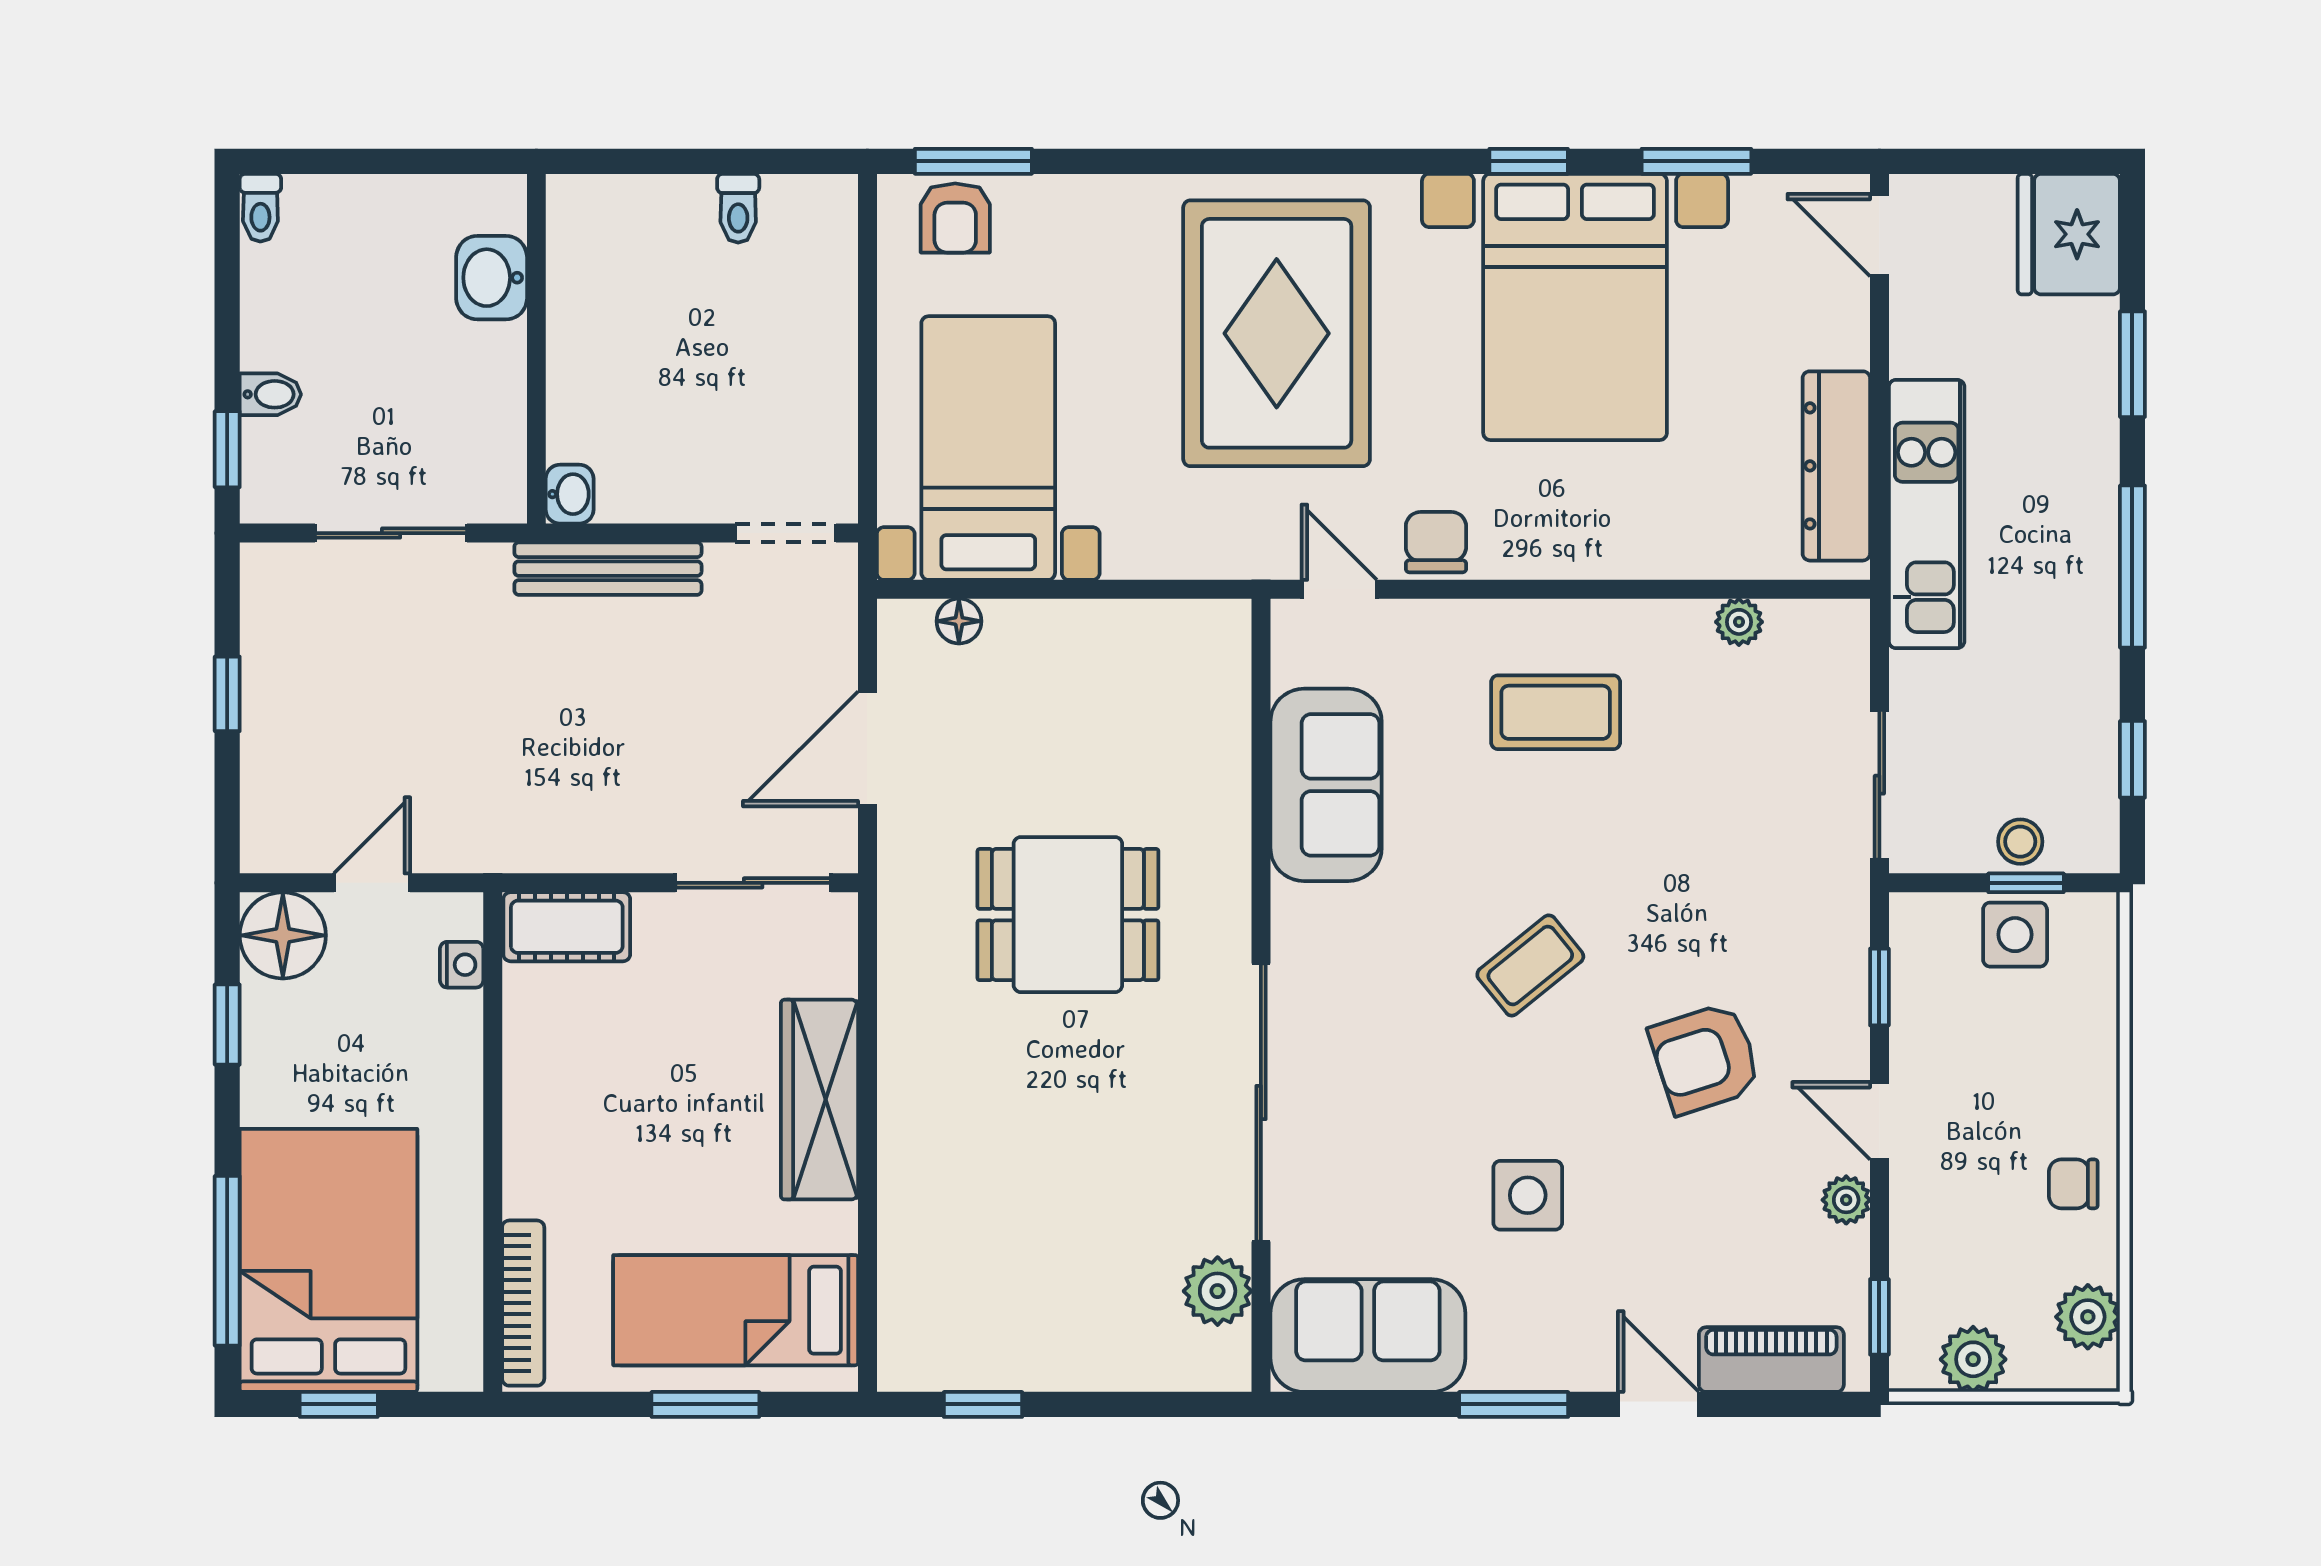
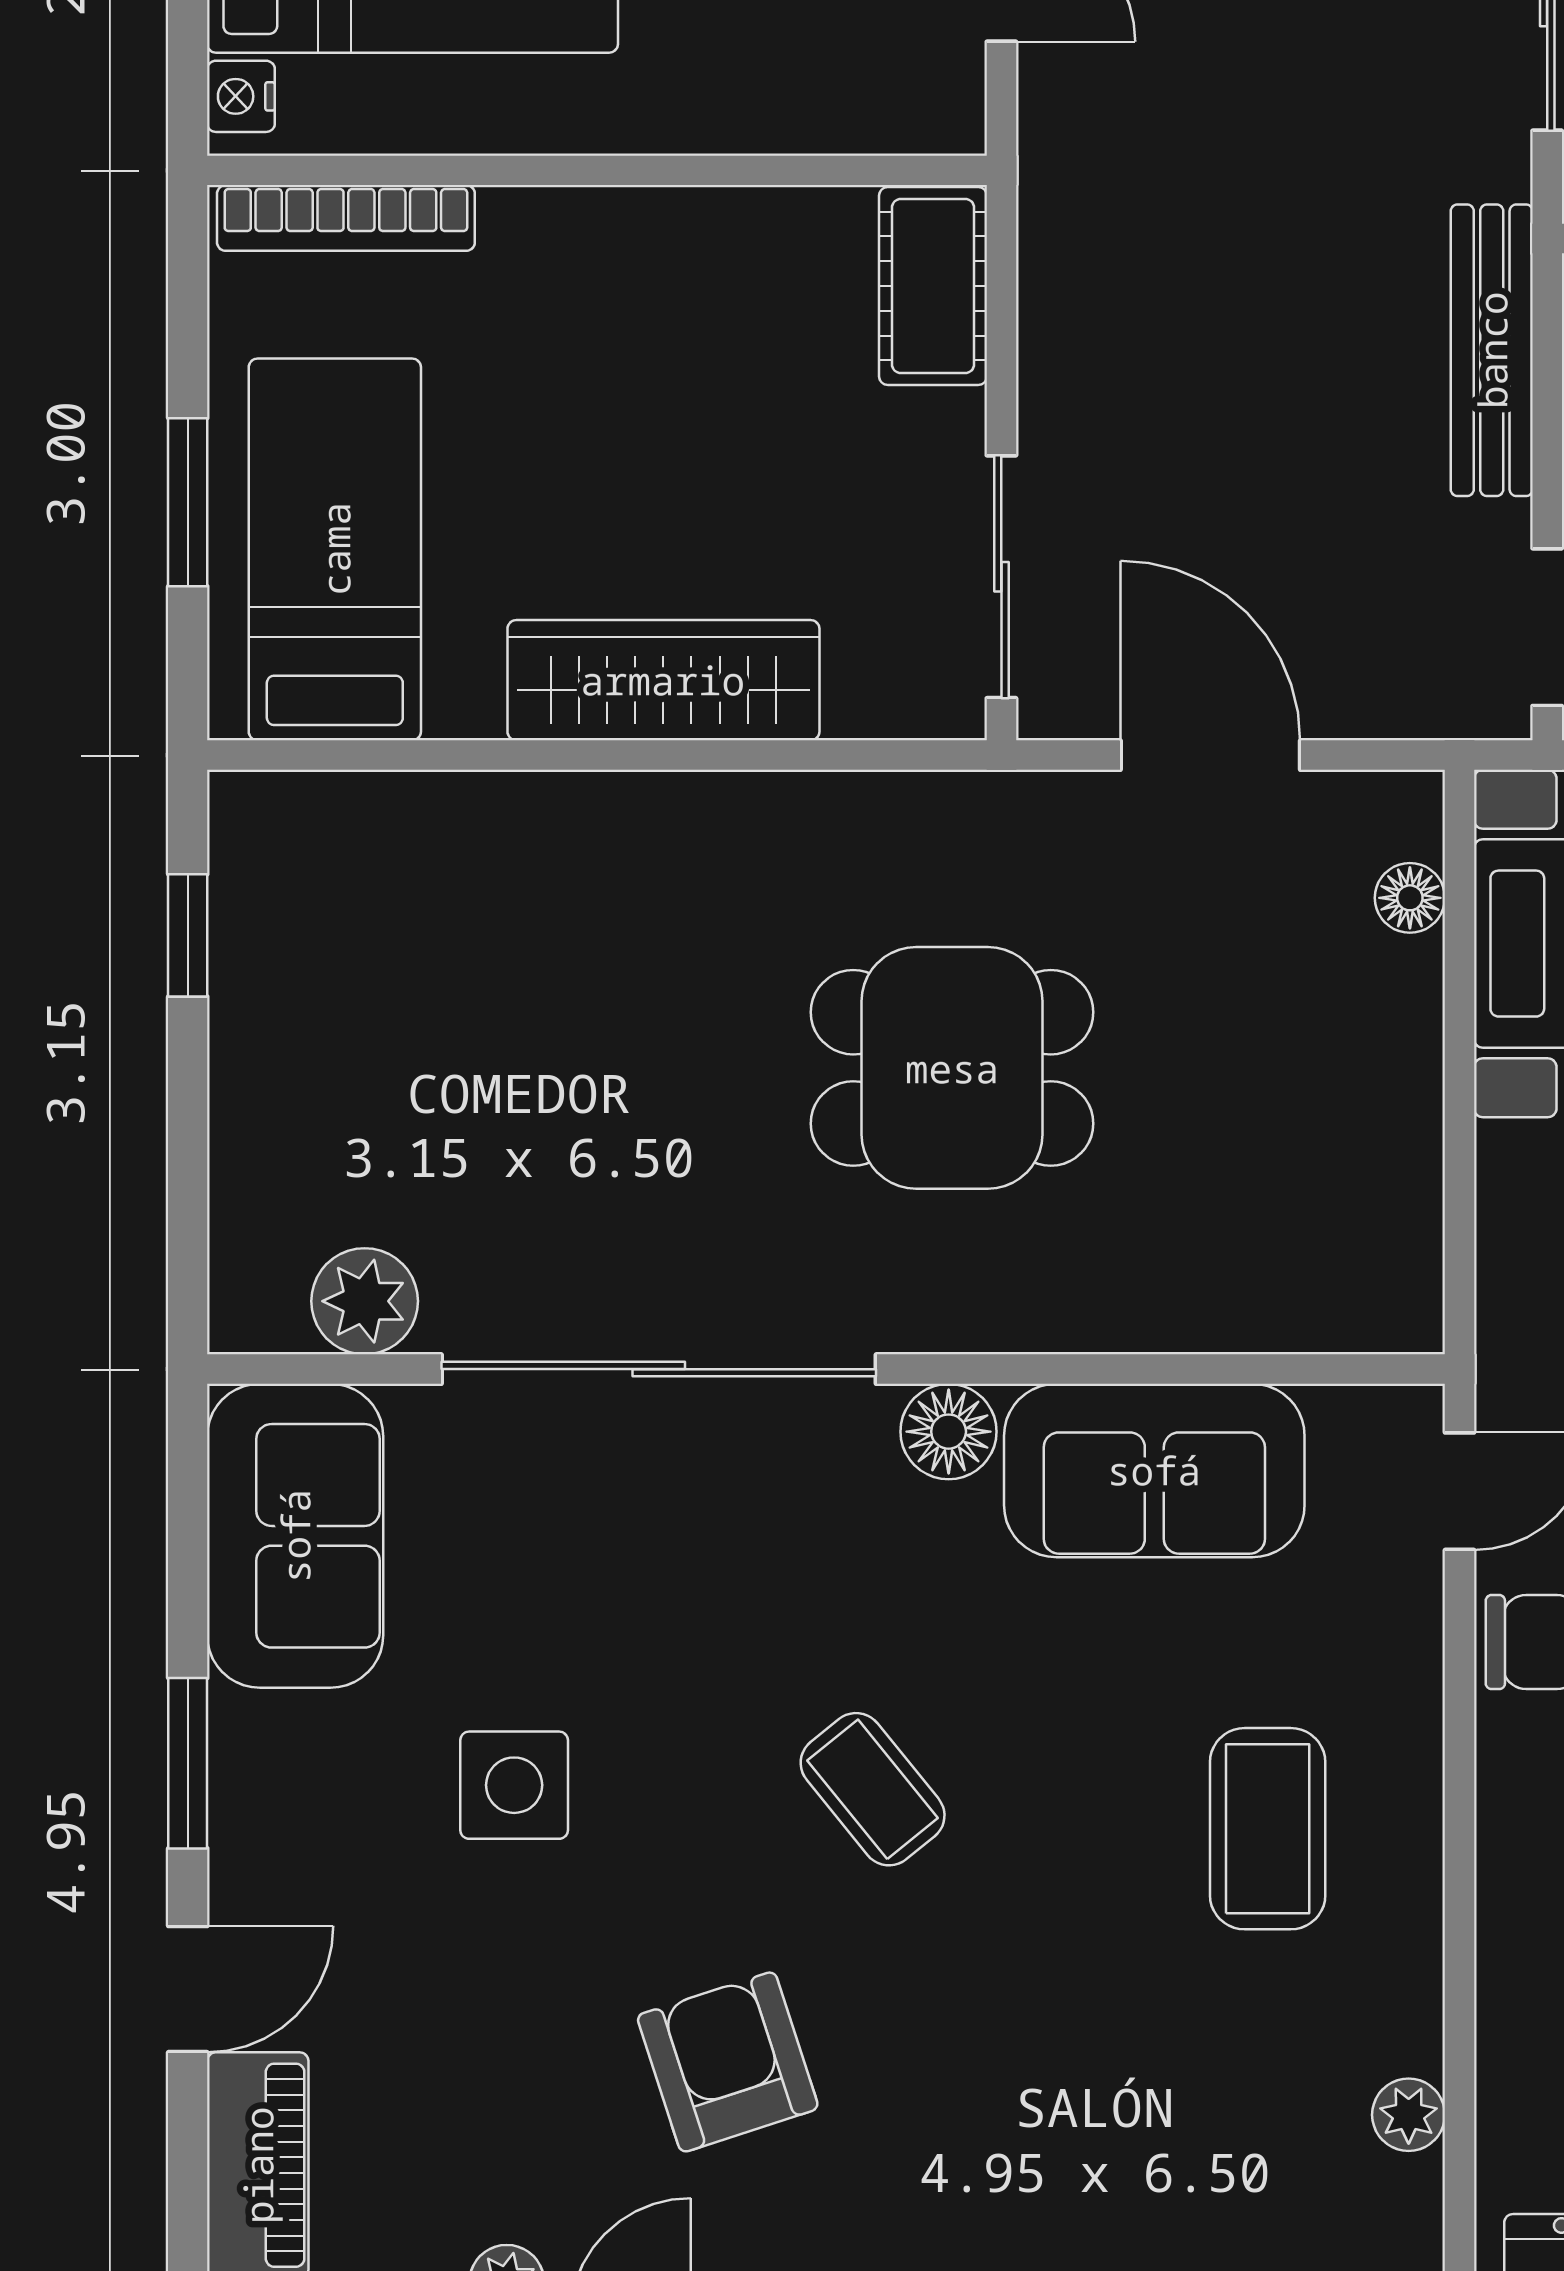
dining table: (1068, 915) -> (952, 1068), turned 90
floor lamp: (1301, 917) -> (949, 1432), added
nightstand: (462, 965) -> (241, 96), moved, turned 90

